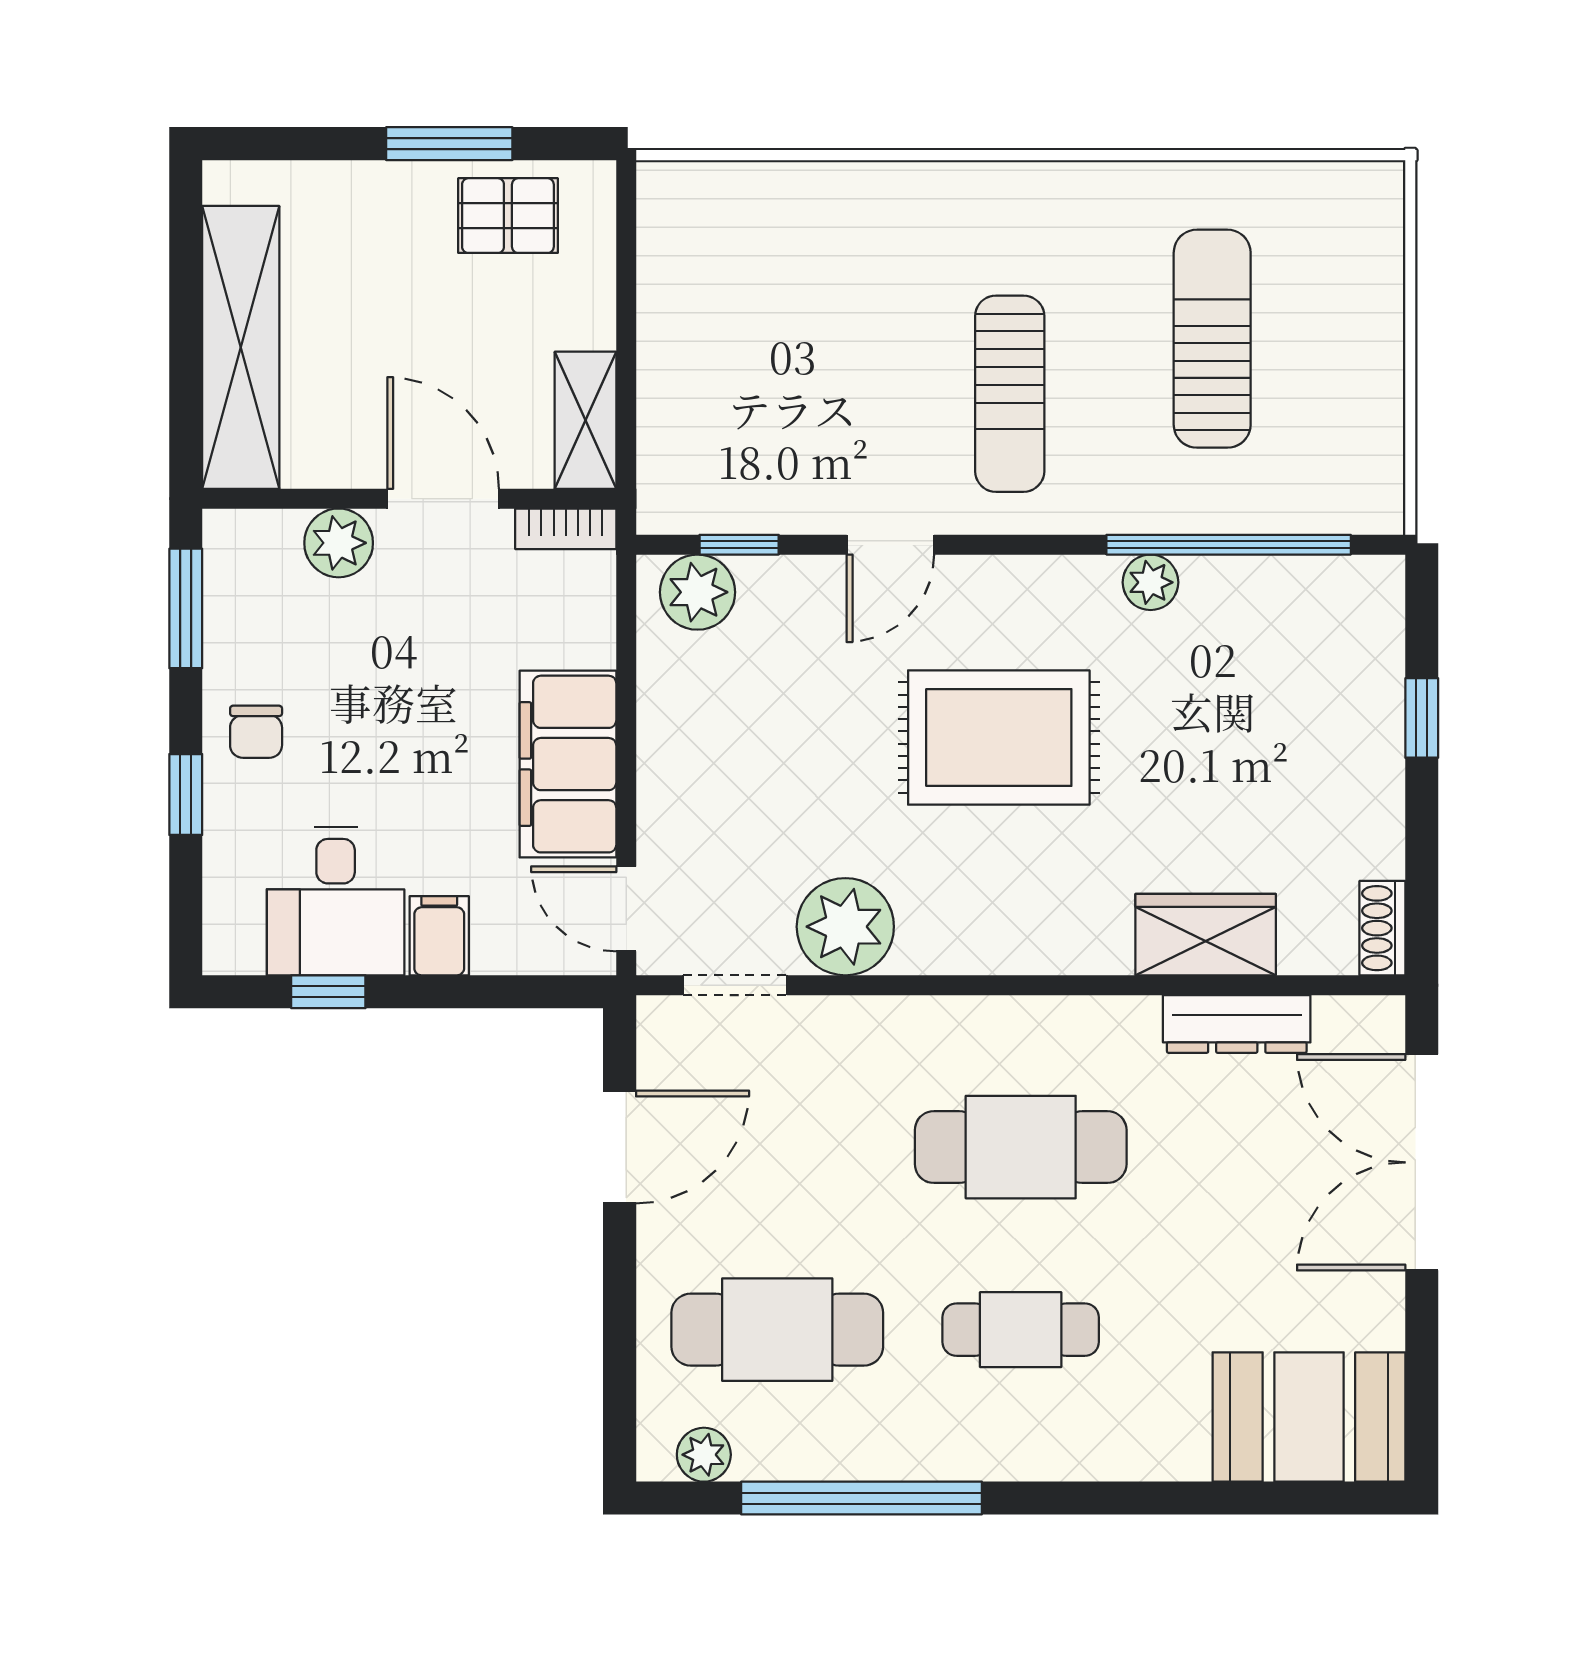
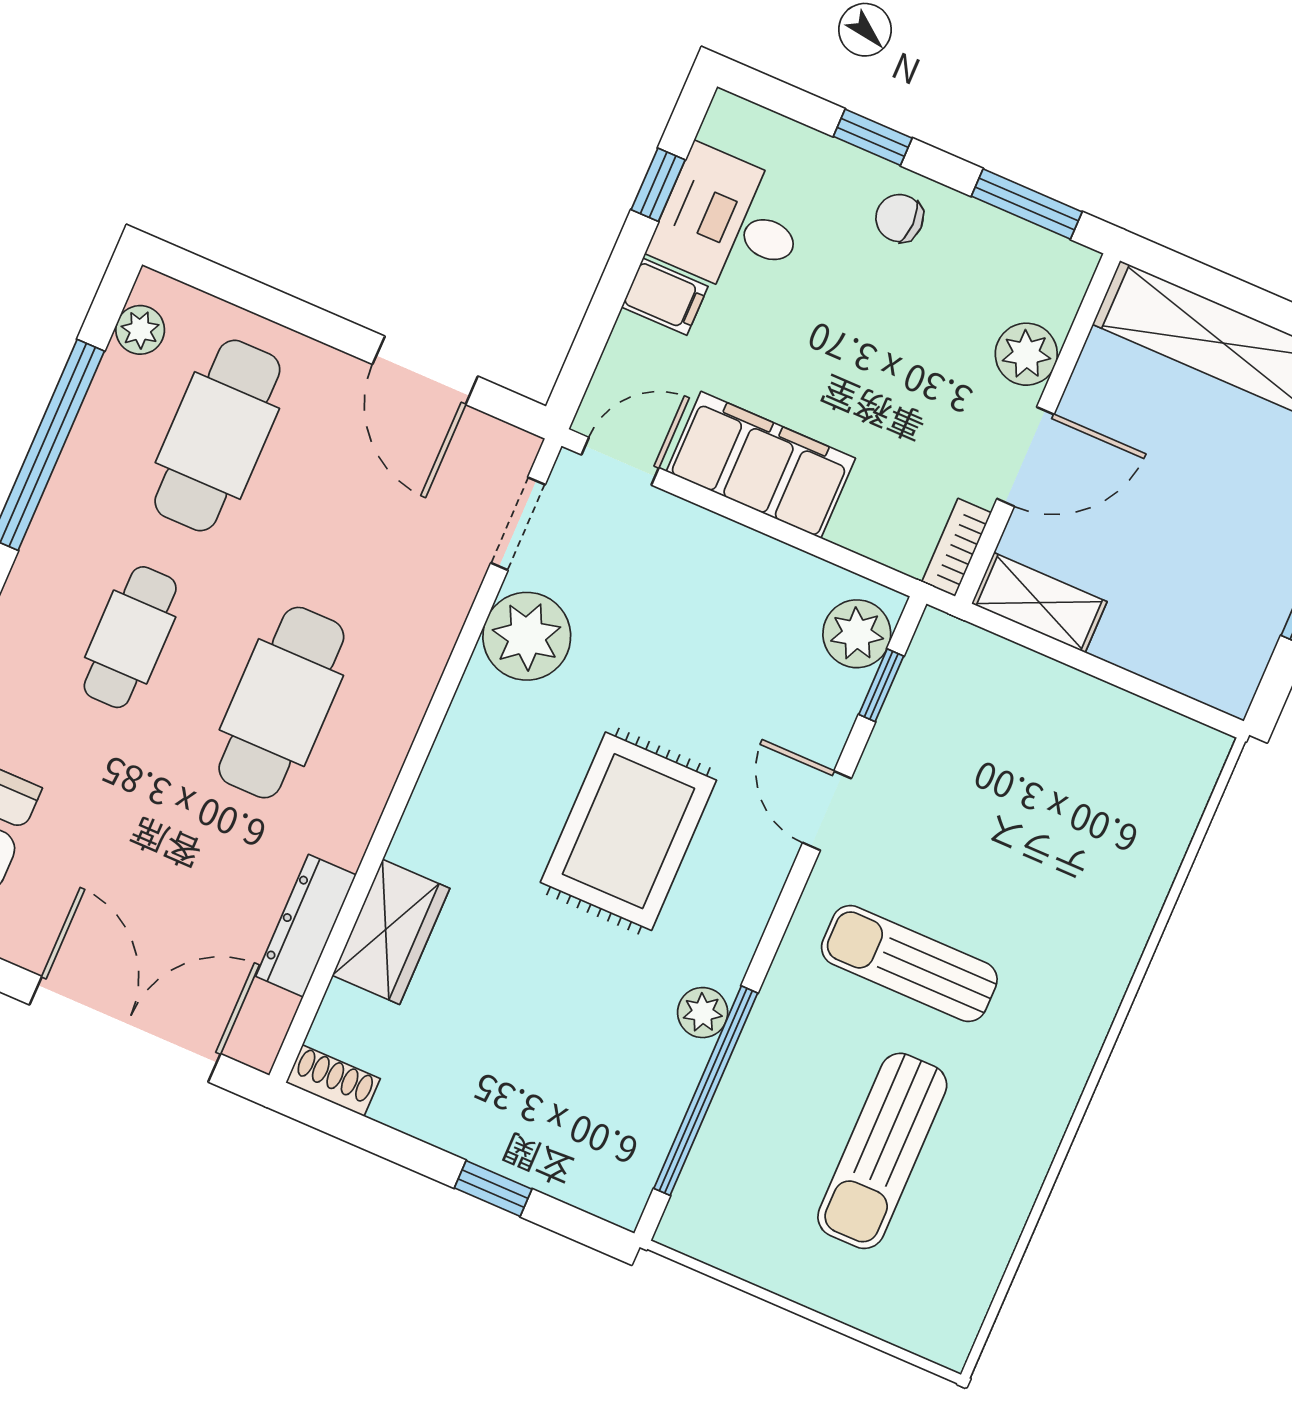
pallet: (508, 216) -> (1237, 612), removed
sun lounger: (1212, 339) -> (882, 1151), turned 90

